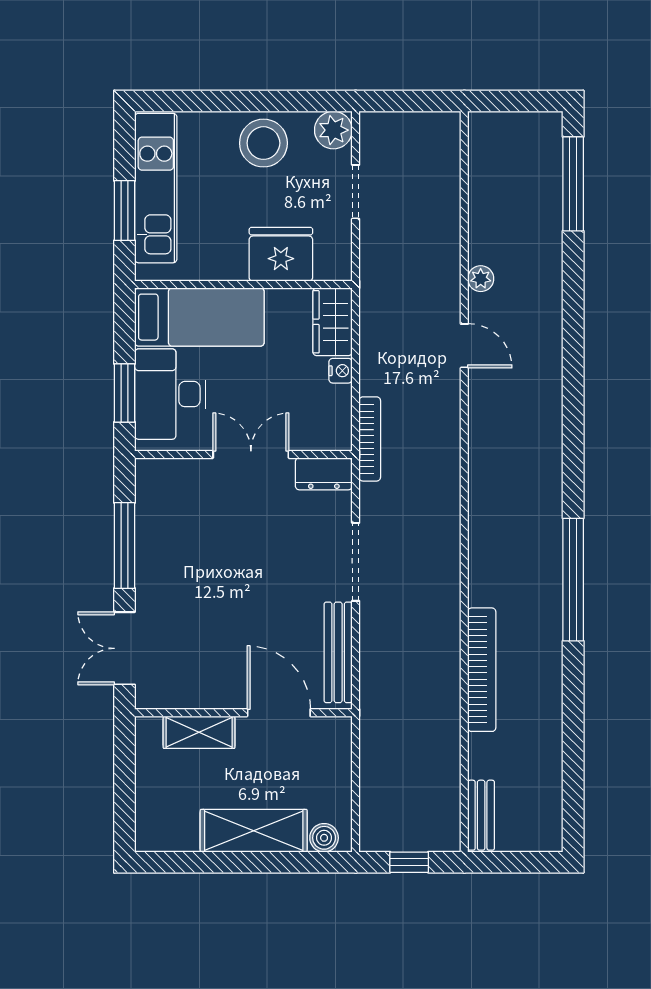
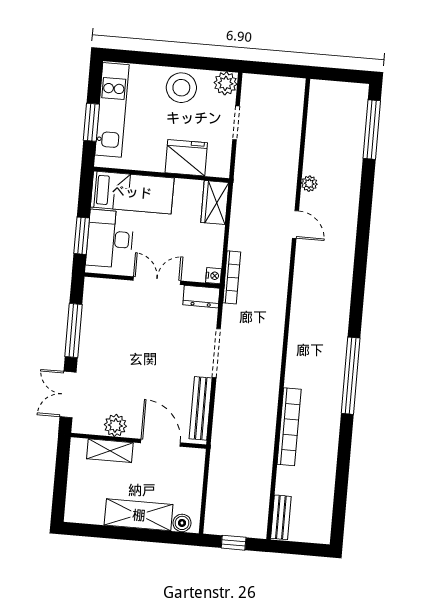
nightstand: (341, 371) -> (214, 276), moved
plant: (204, 691) -> (115, 425), added

